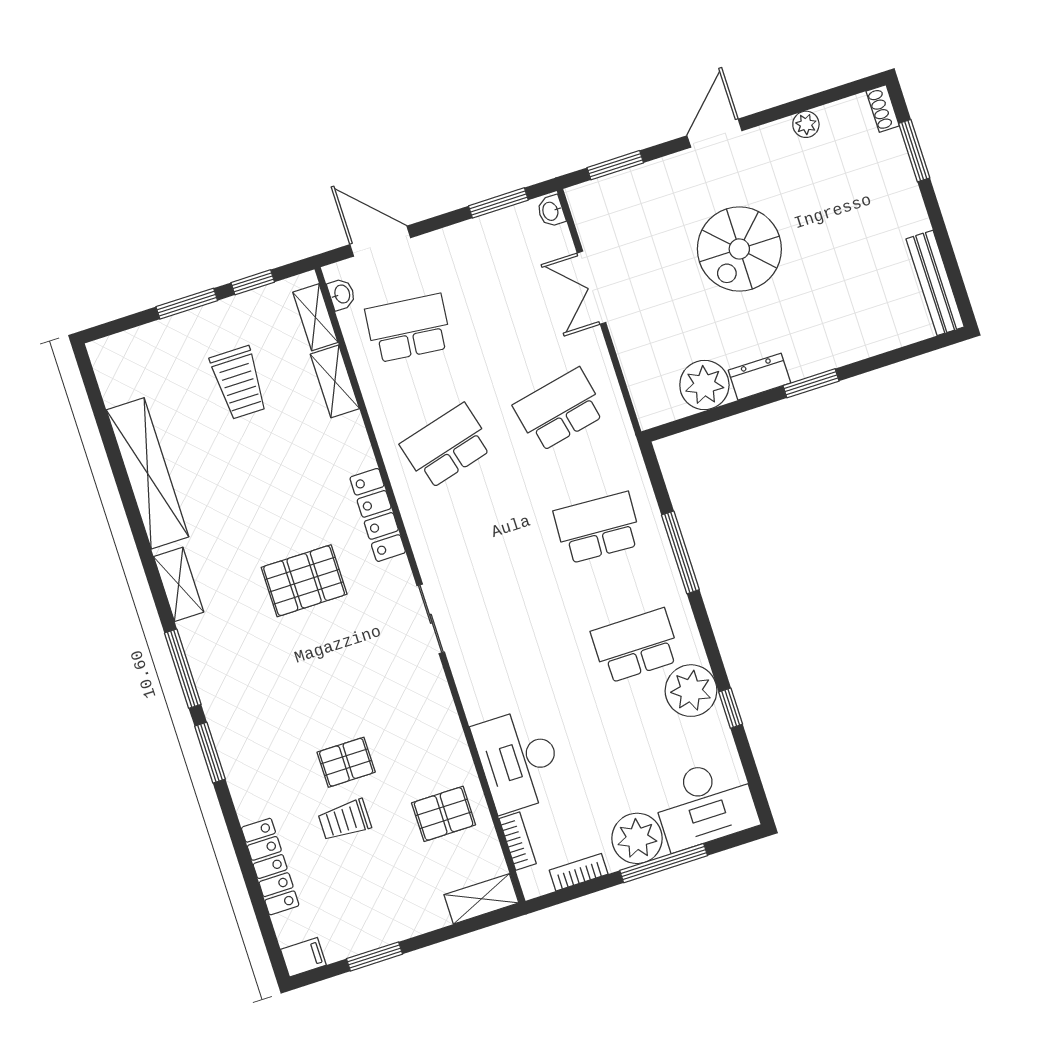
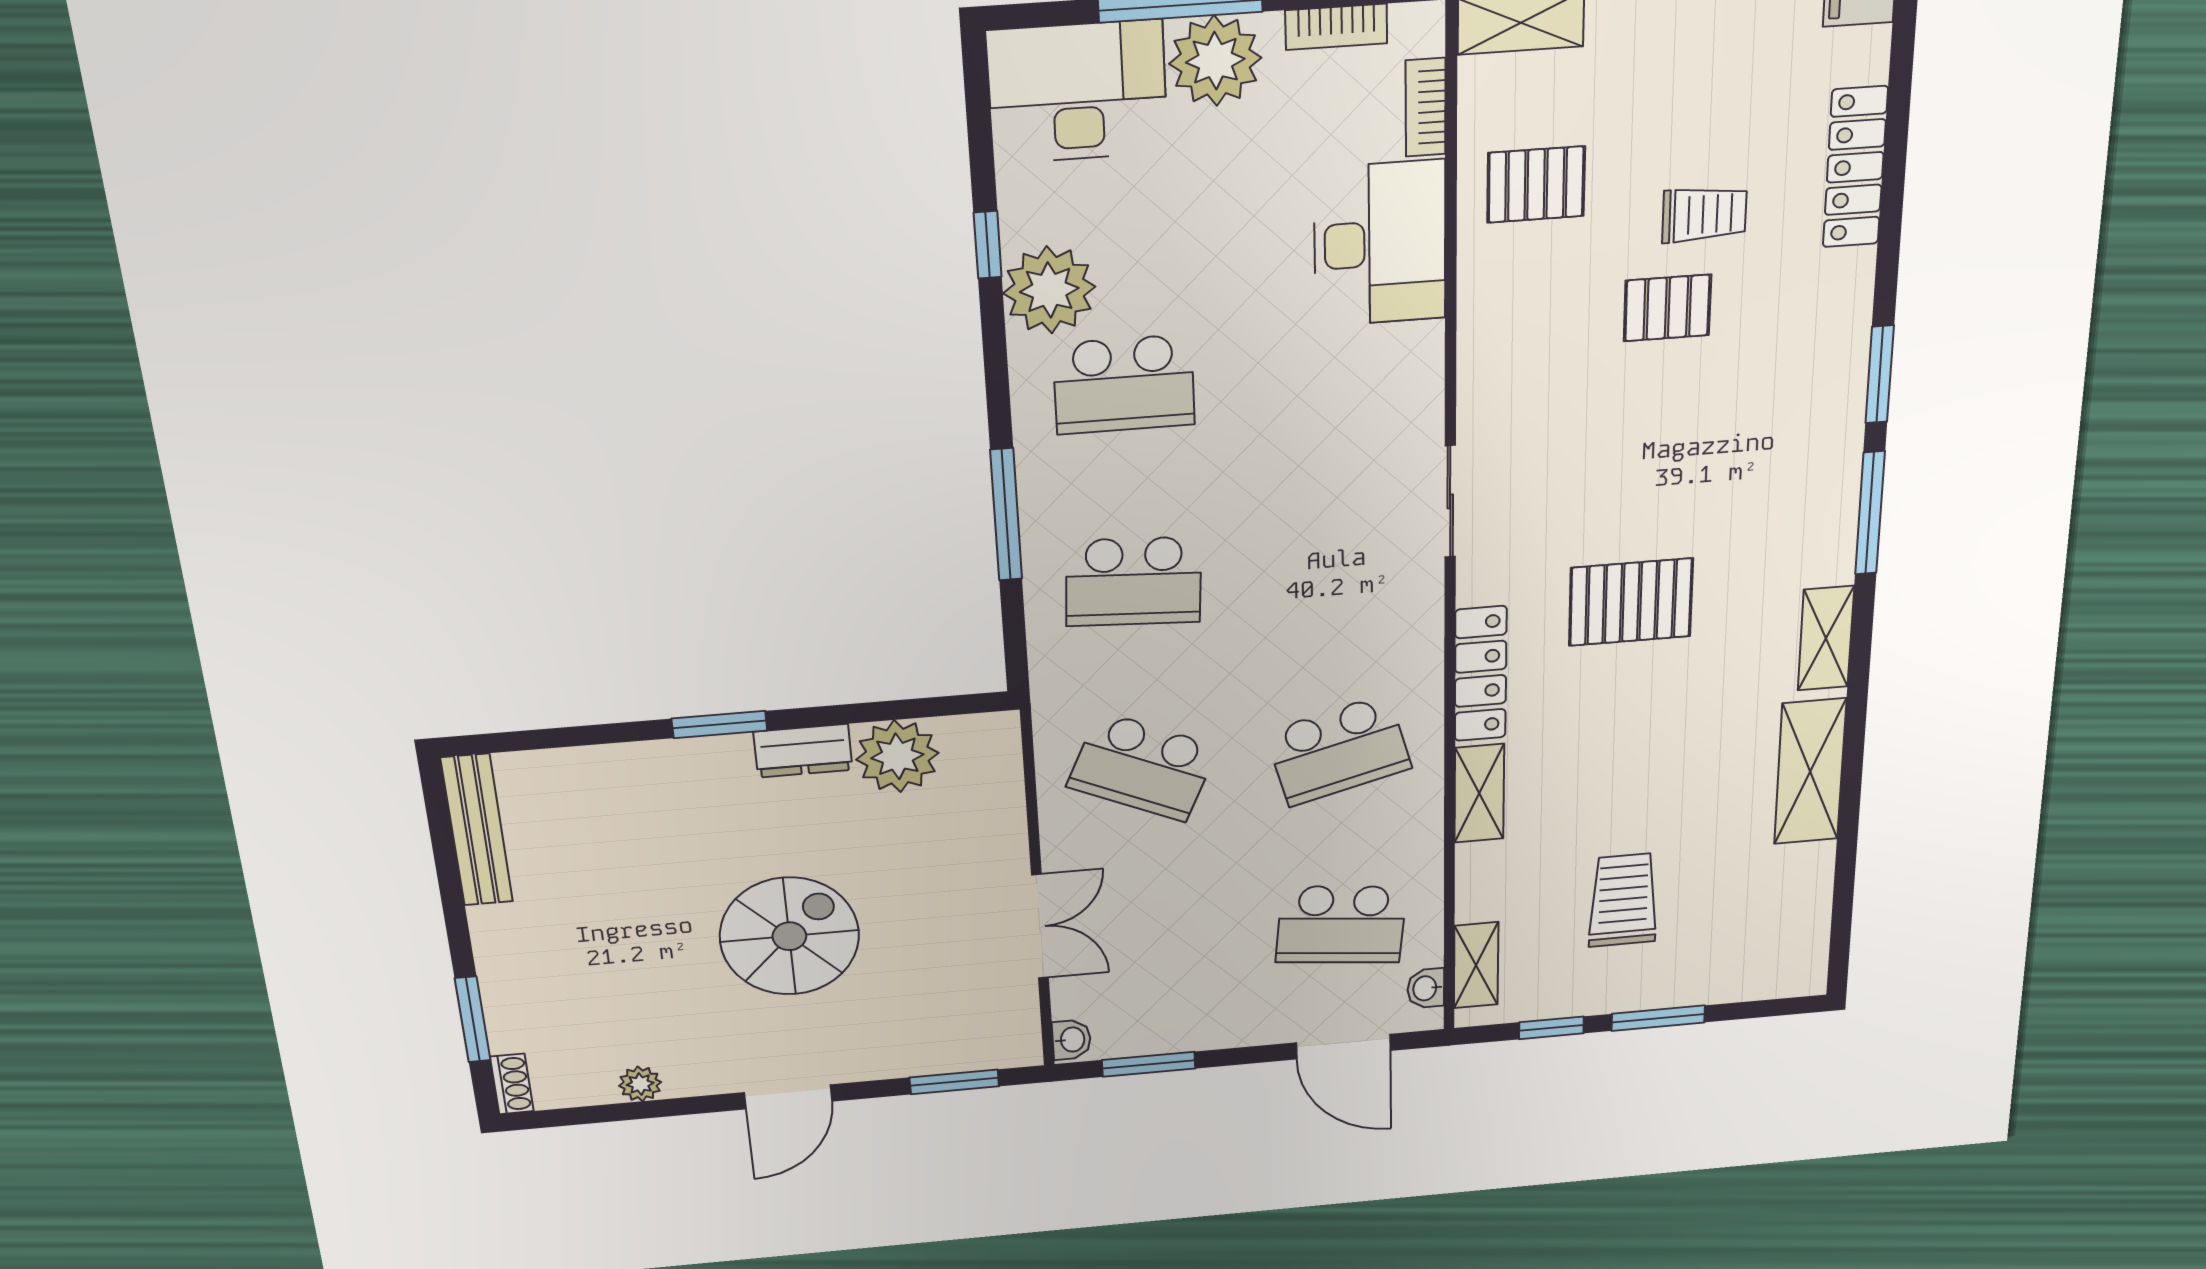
shelving: (335, 381) -> (1479, 793), moved
school desk: (559, 410) -> (1143, 767), turned 36
shelving: (148, 473) -> (1810, 772), width x0.68

